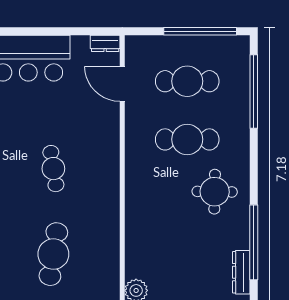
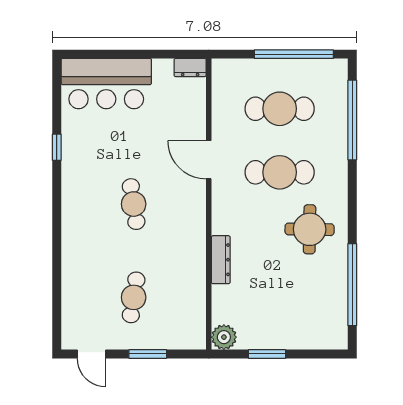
door: (122, 84) -> (209, 160), moved
cafe table: (53, 254) -> (134, 297), width x0.73, depth x0.74
dresser: (241, 272) -> (221, 260), moved, turned 180

